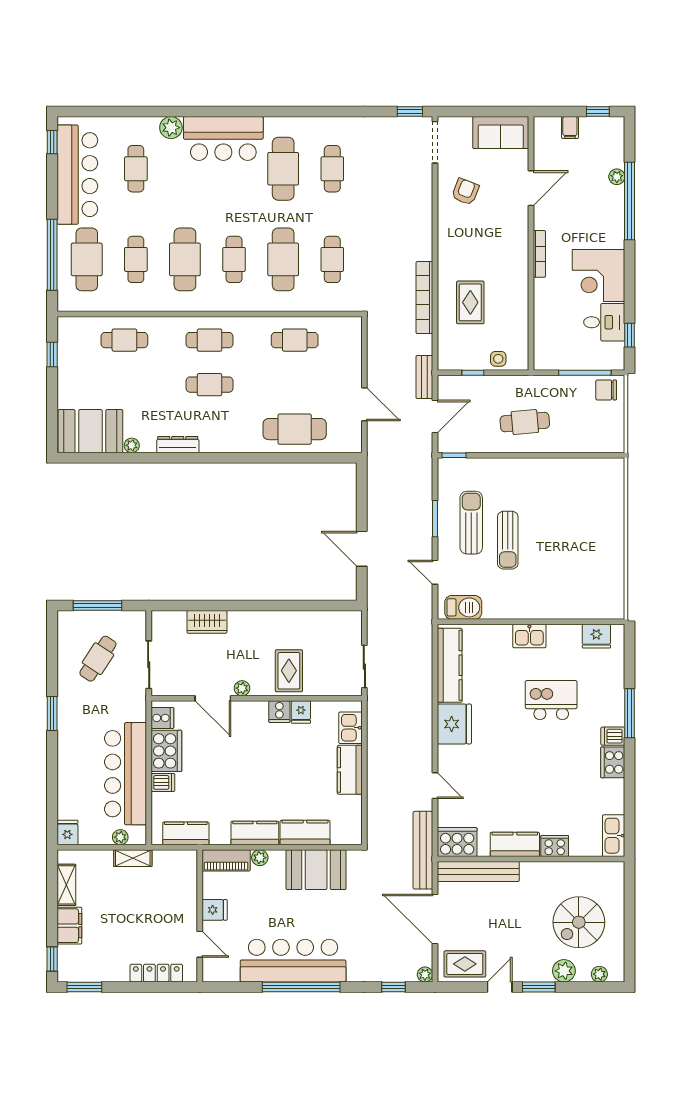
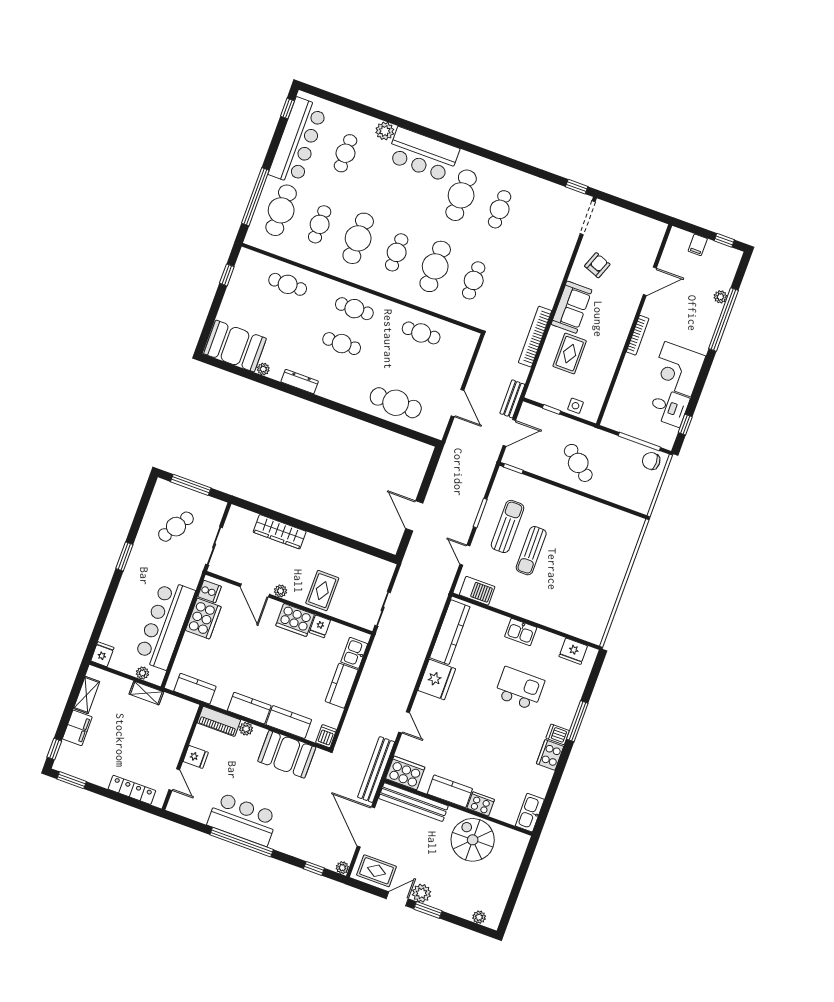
sofa: (501, 133) -> (572, 307), moved, turned -90
cafe table: (525, 422) -> (578, 463), turned 45
wardrobe: (207, 622) -> (280, 532), width x1.50
cooker: (279, 712) -> (295, 620), width x1.87, depth x1.31
dishwasher: (163, 782) -> (326, 736), moved, turned -90
spiral stairs: (579, 922) -> (473, 840), moved, turned 90
bar counter: (293, 961) -> (243, 819), width x0.73
plant: (564, 971) -> (422, 893), moved

